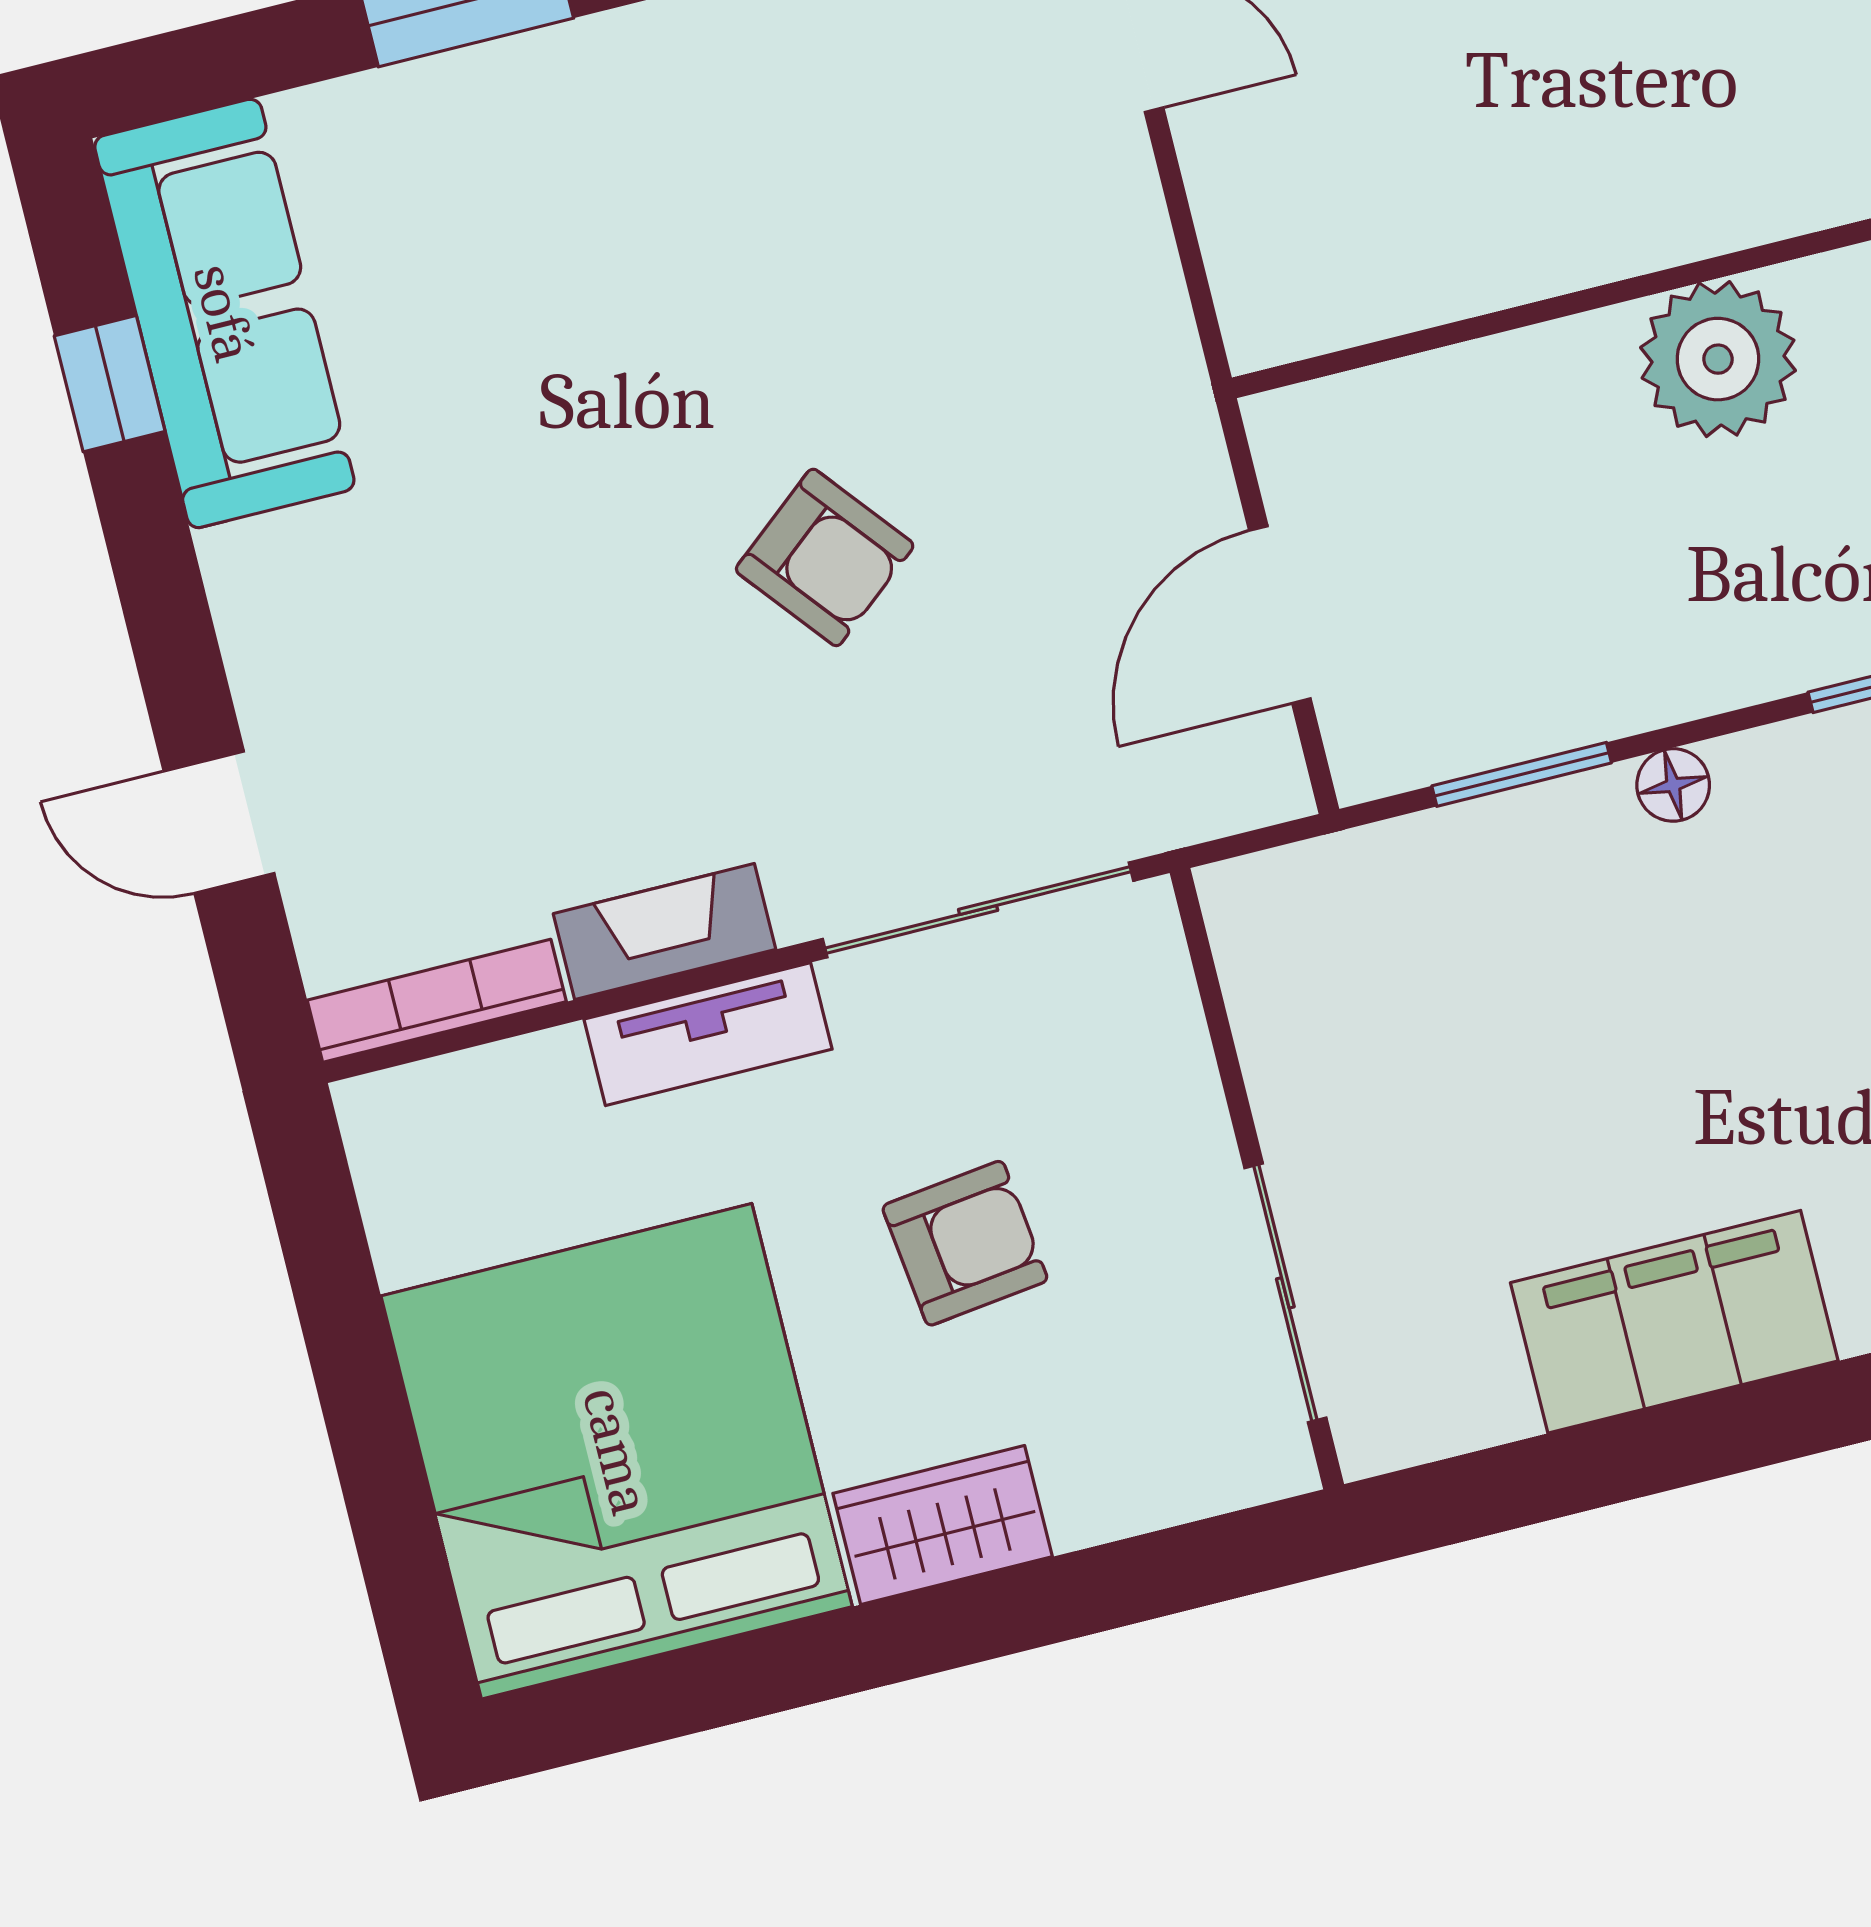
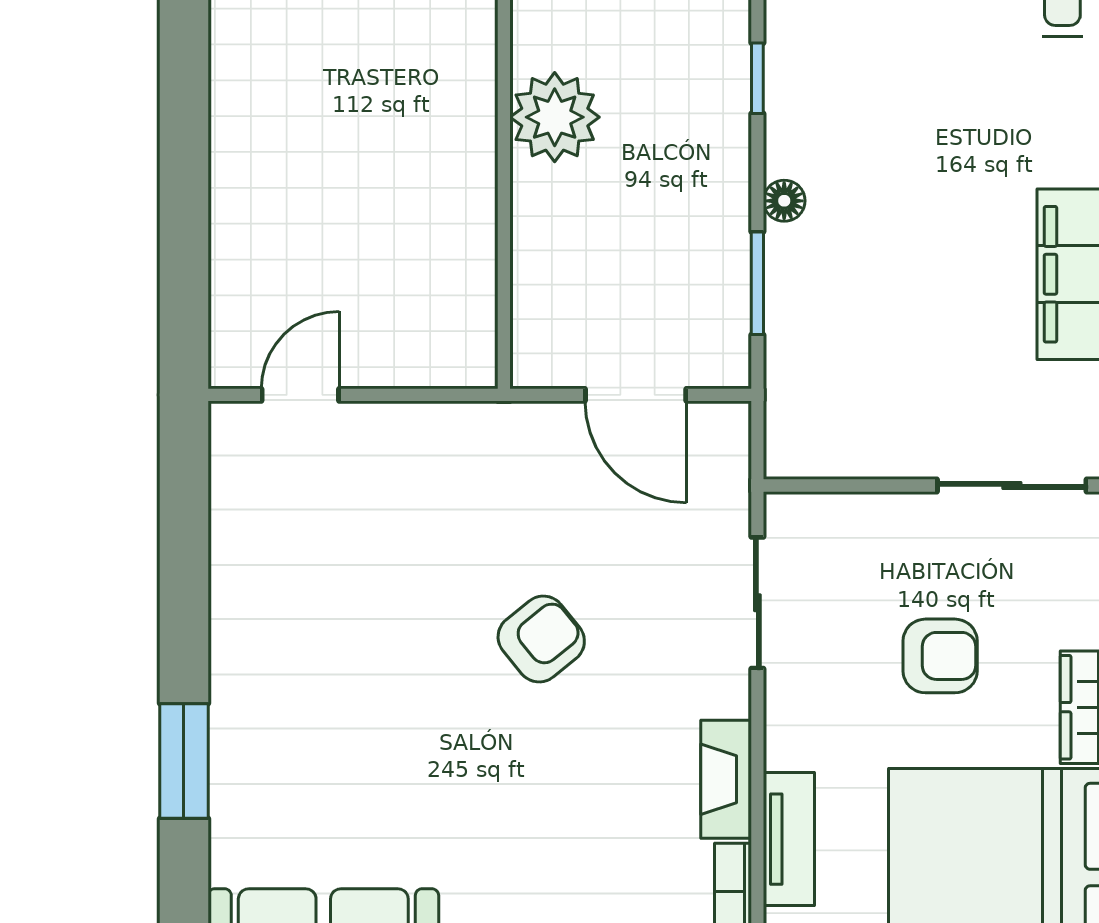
sliding door: (978, 910) -> (757, 603), width x0.73
tv unit: (708, 1034) -> (789, 839), moved
armchair: (965, 1243) -> (940, 656), turned 97

